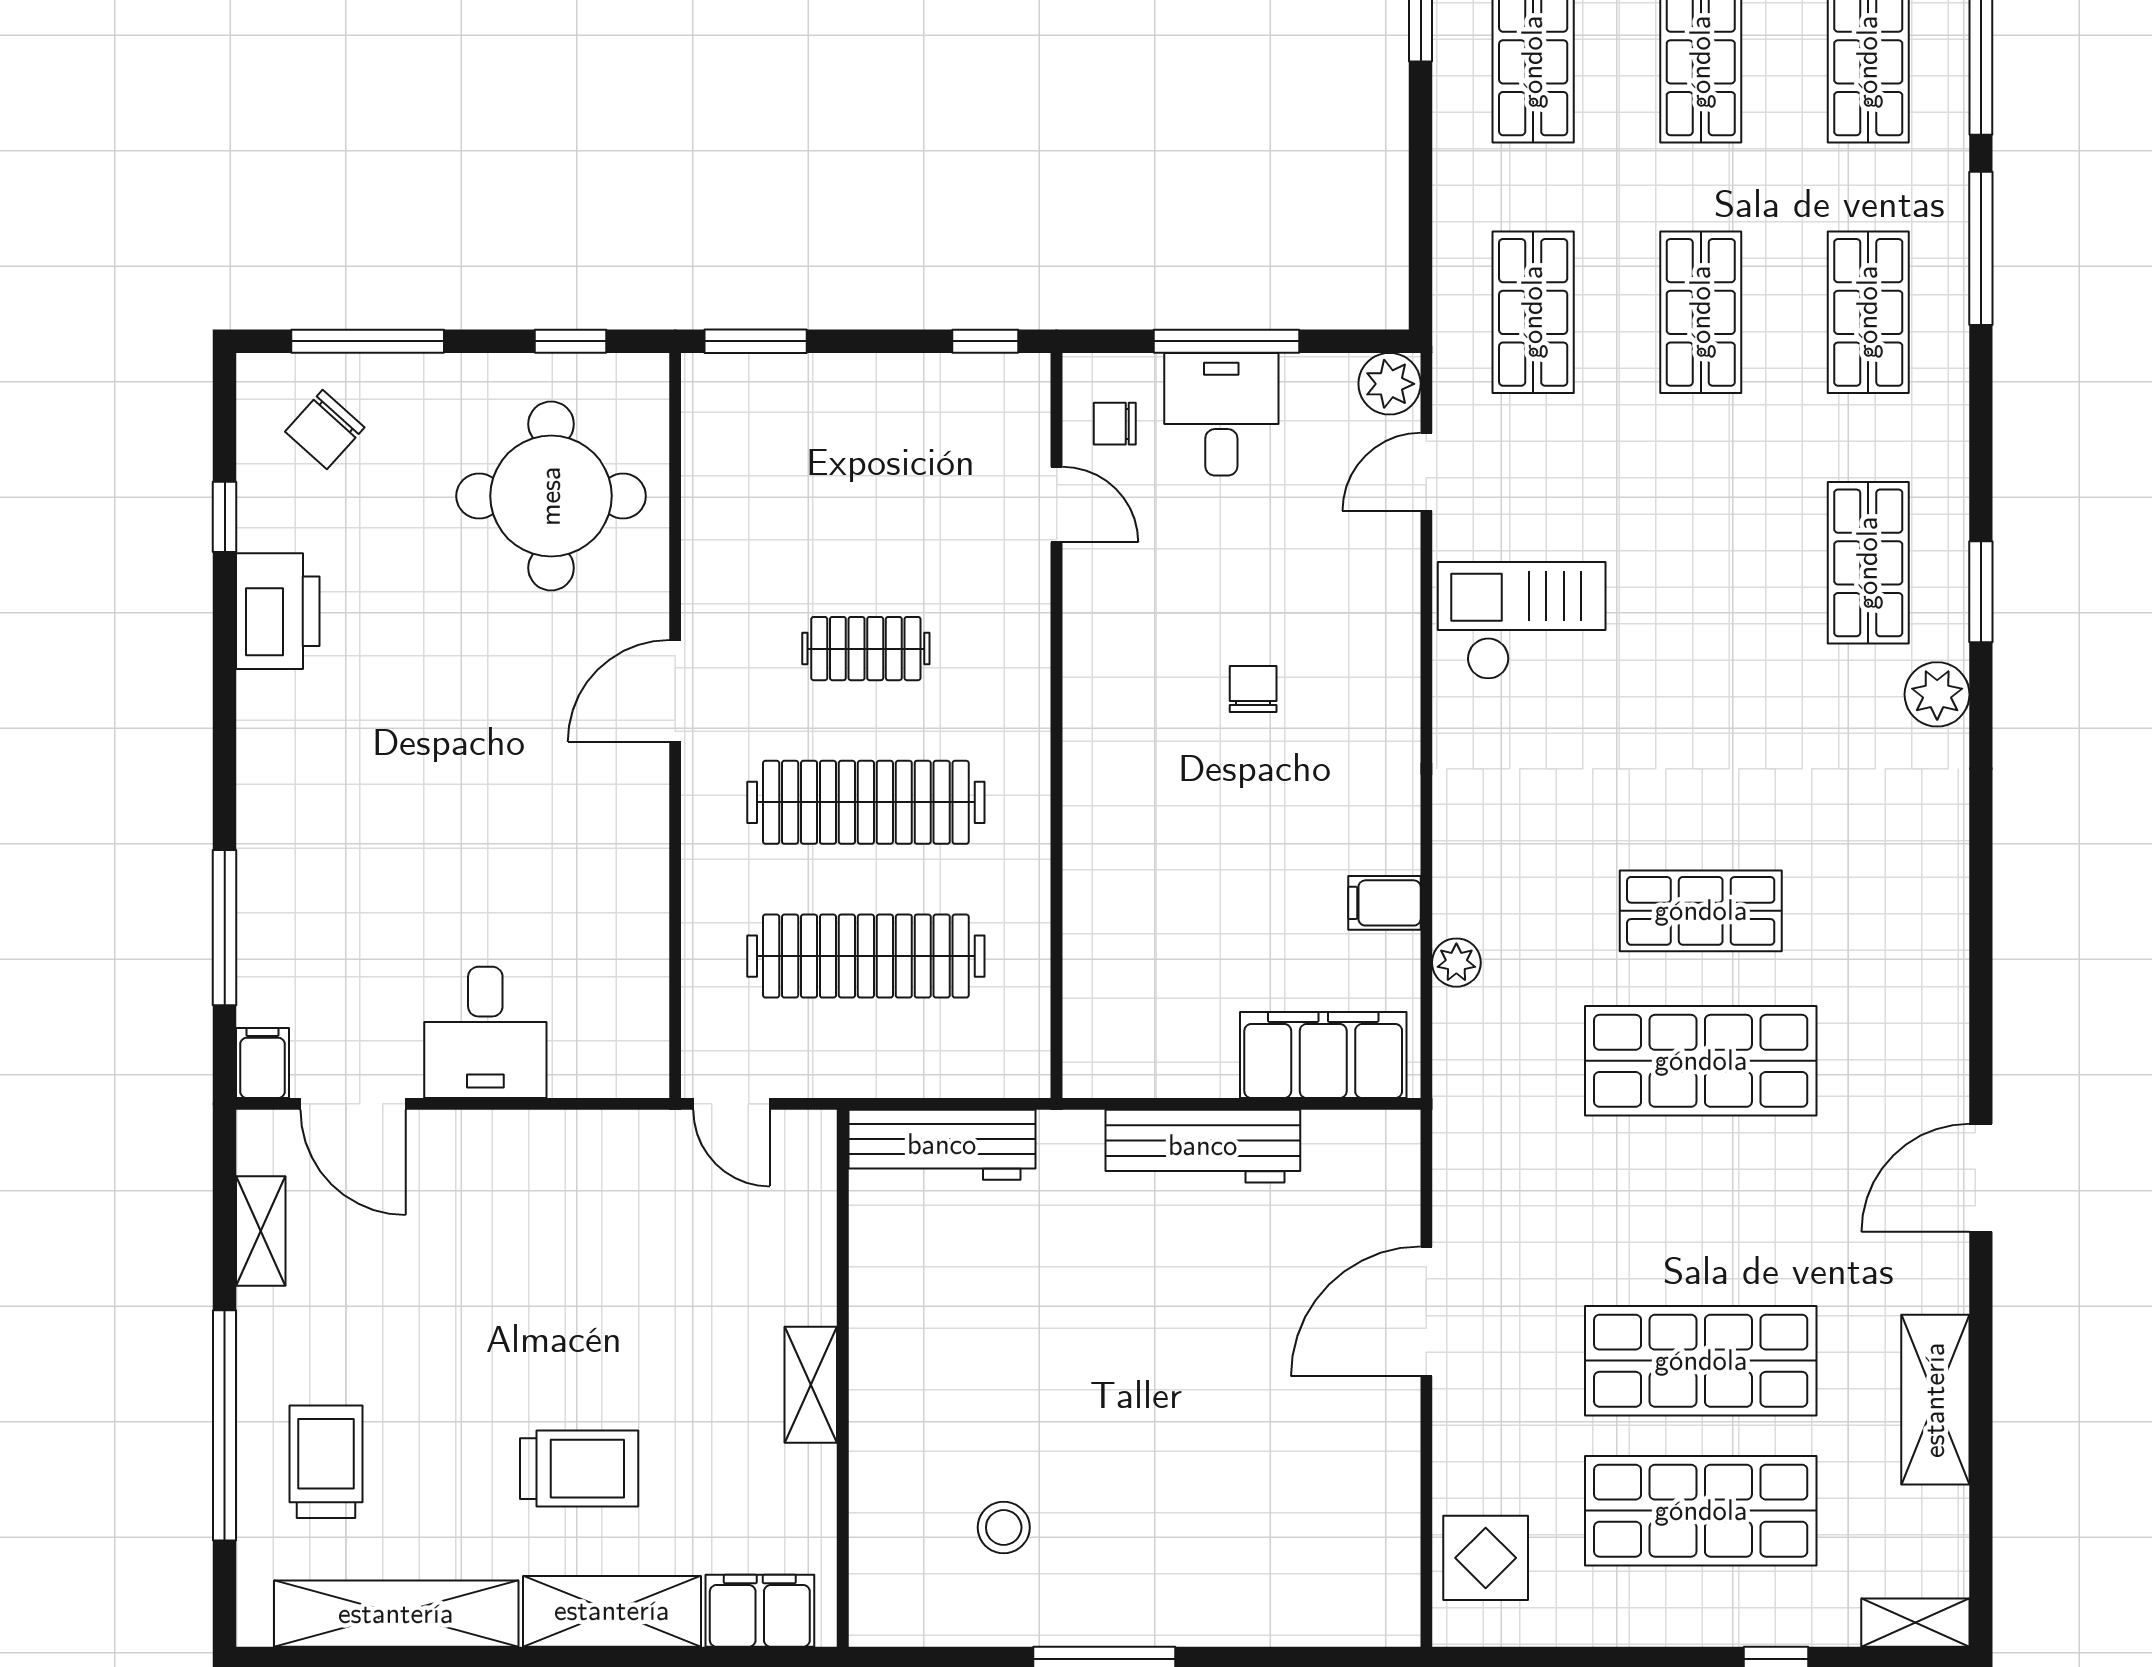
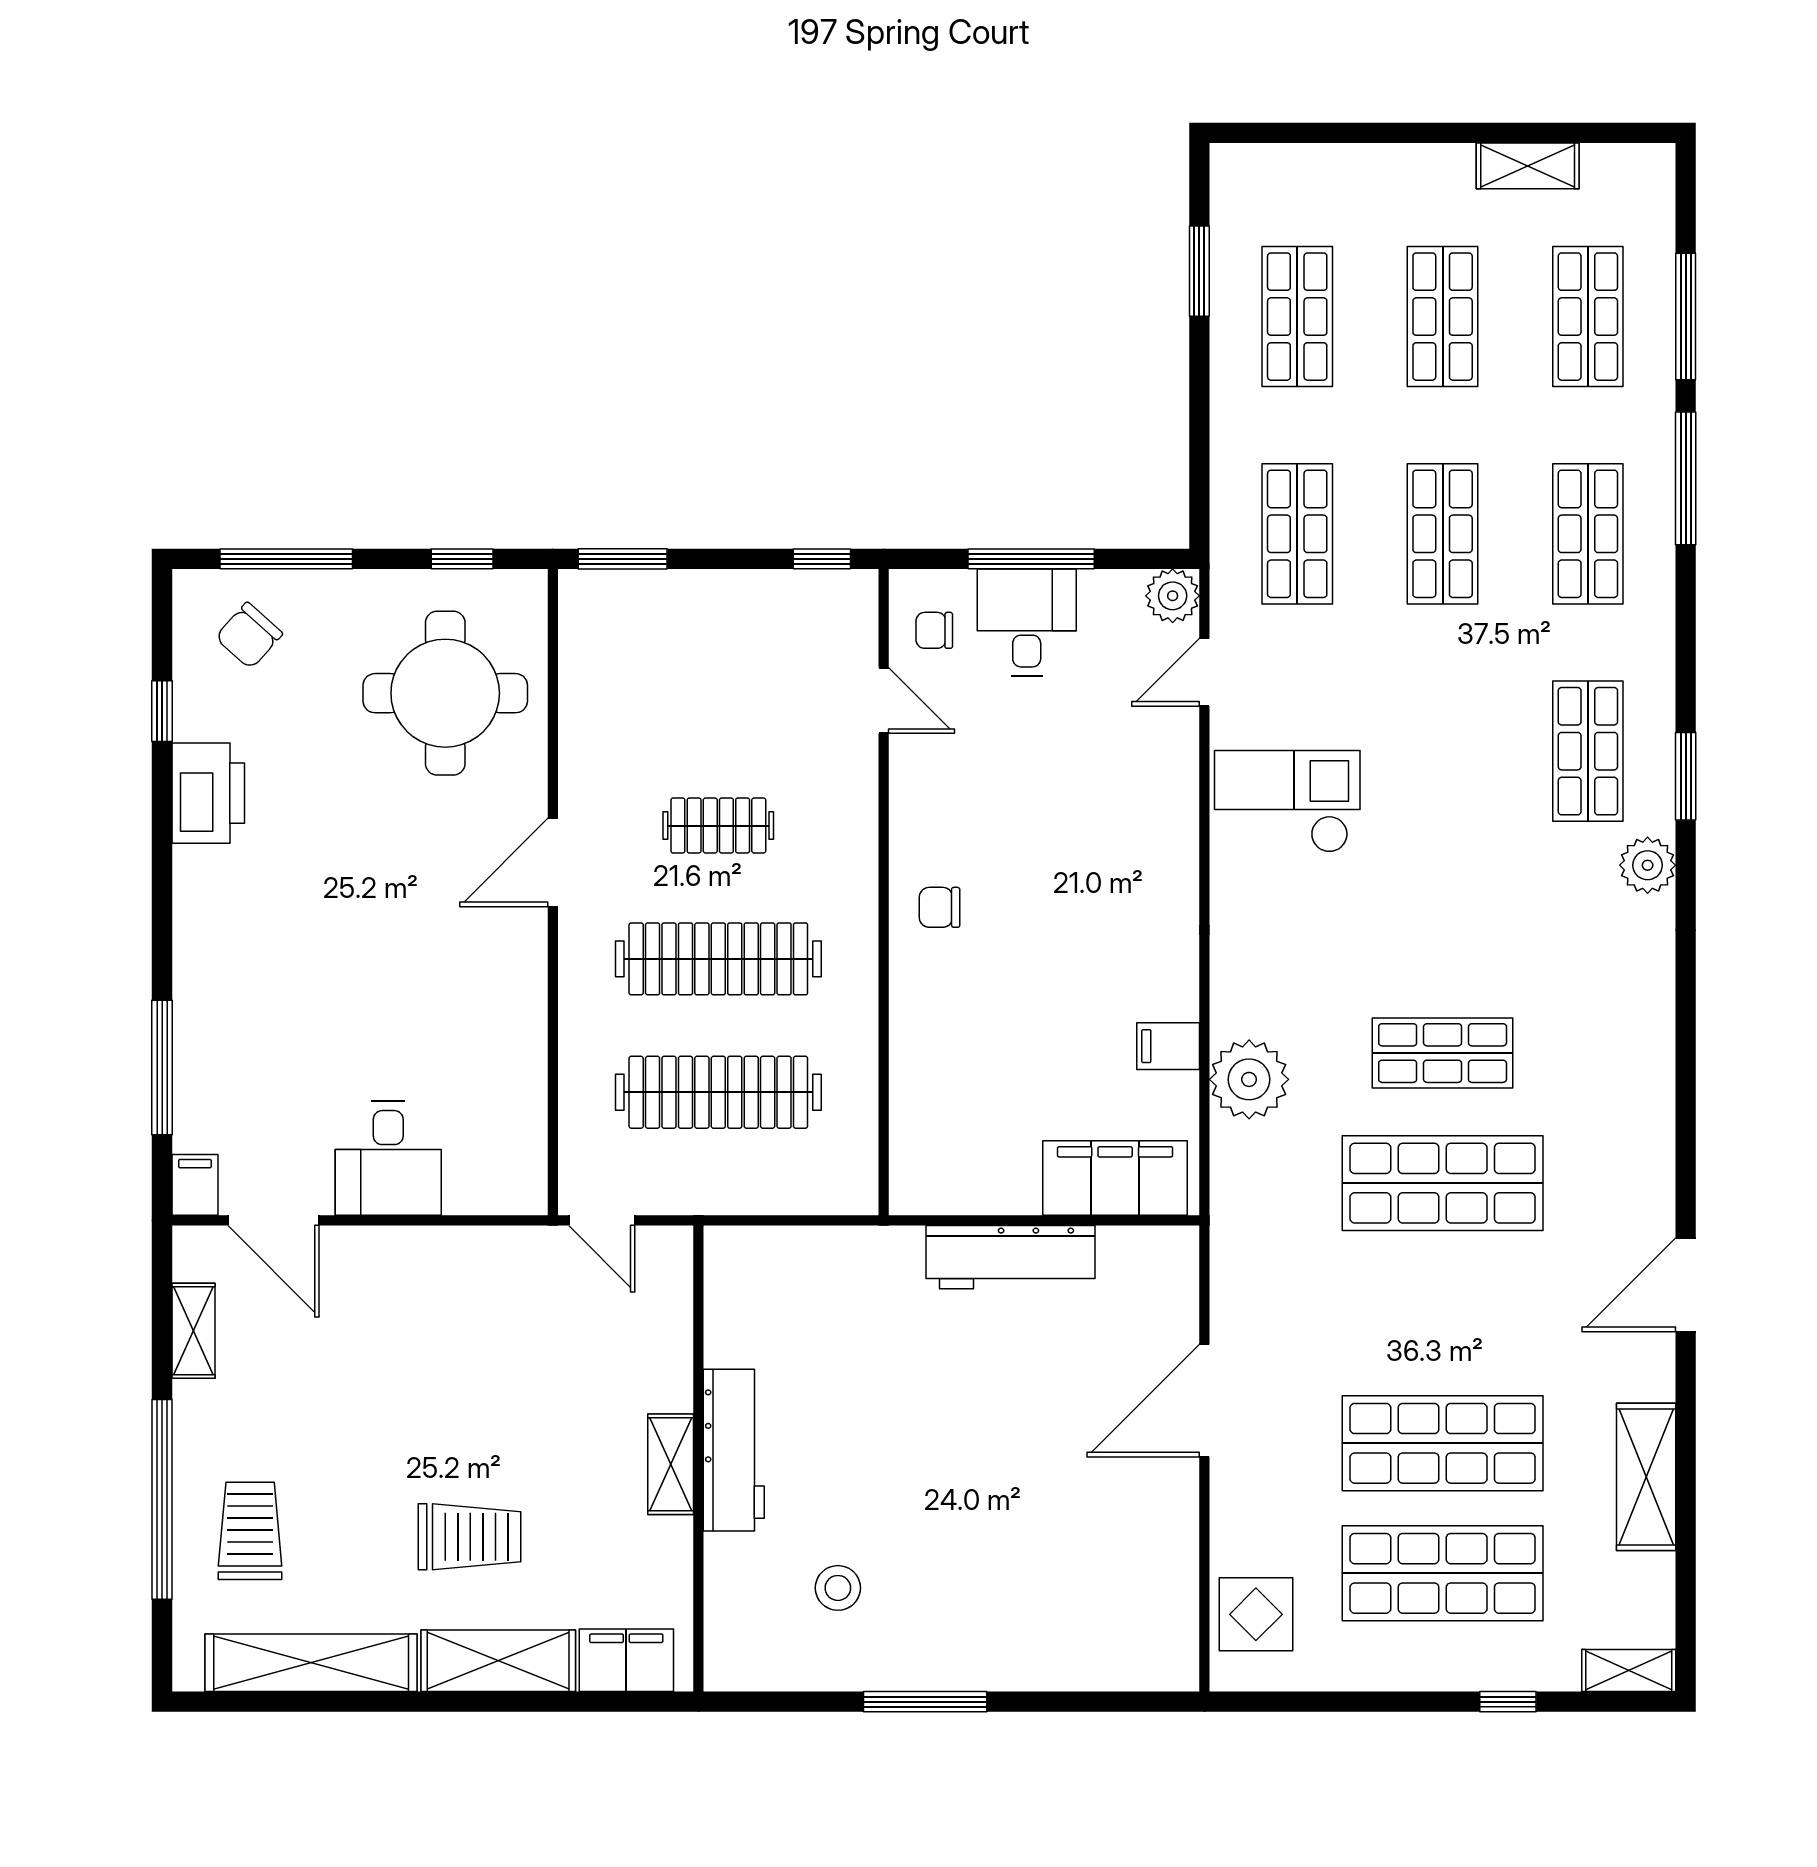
chair: (1253, 689) -> (940, 907), moved, turned -90
plant: (1456, 963) -> (1249, 1079), width x1.88, depth x1.88
workbench: (942, 1145) -> (734, 1450), moved, turned -90

